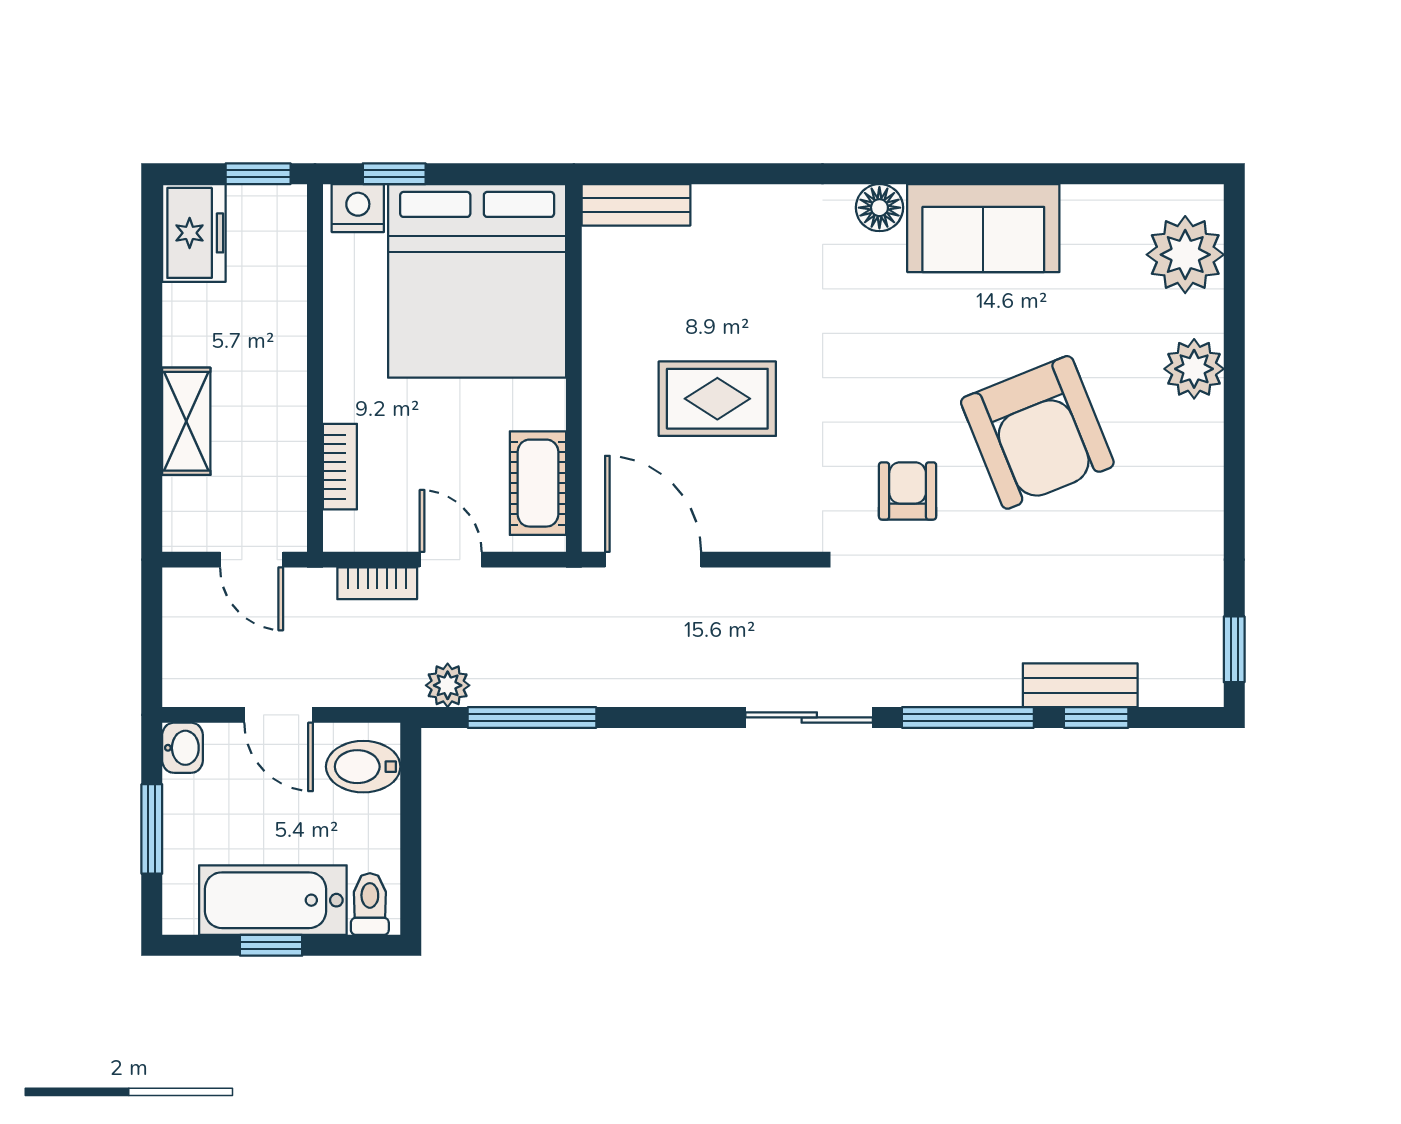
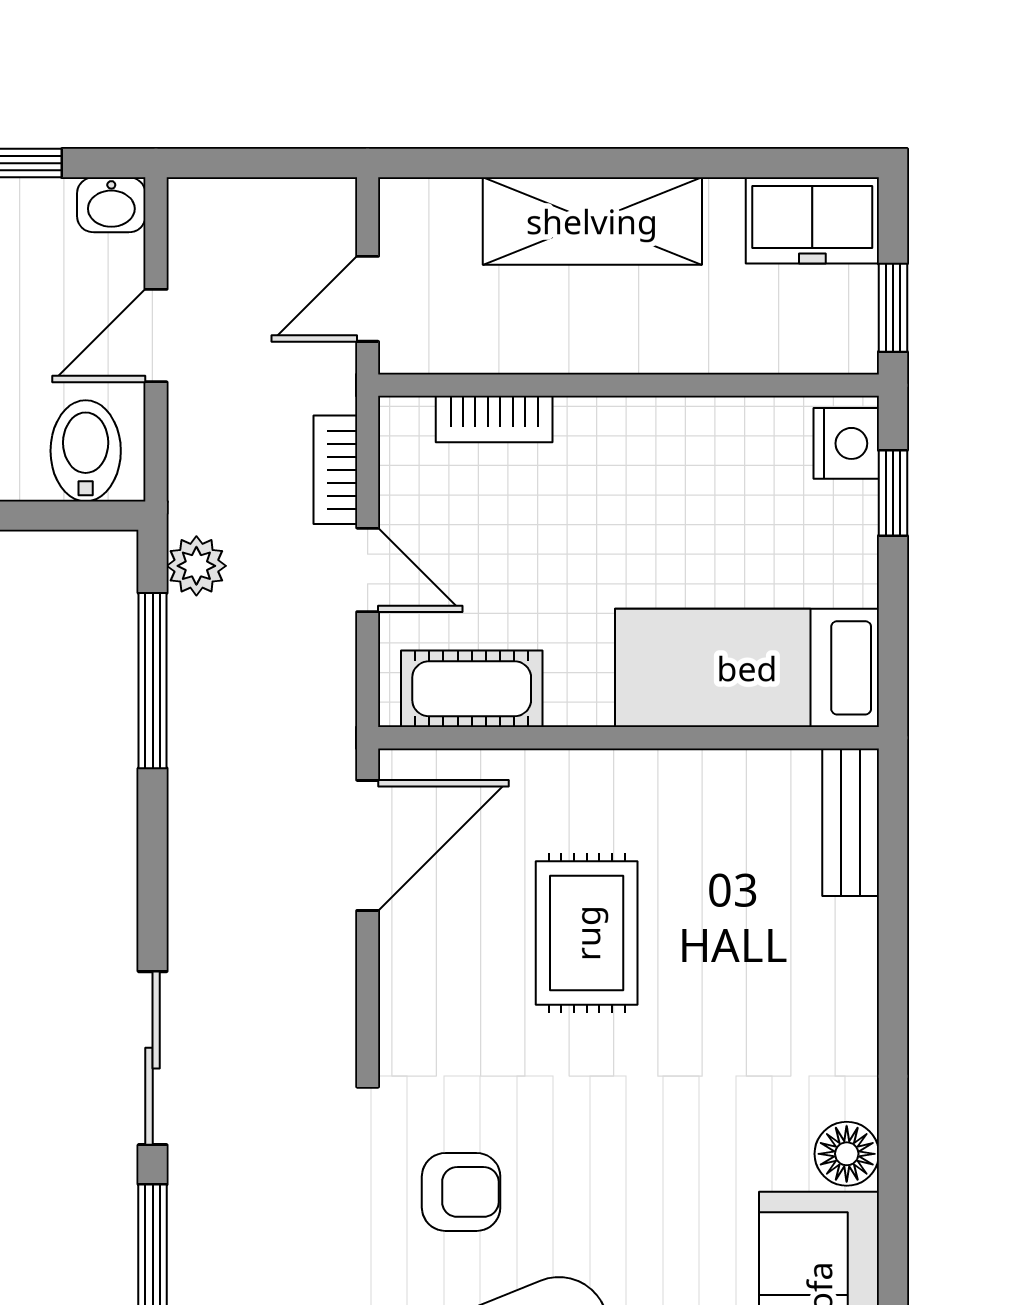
bed: (477, 281) -> (747, 668), width x0.49
shelving: (186, 421) -> (592, 221), width x1.50, depth x1.33
door: (451, 560) -> (368, 570), hinge flipped

